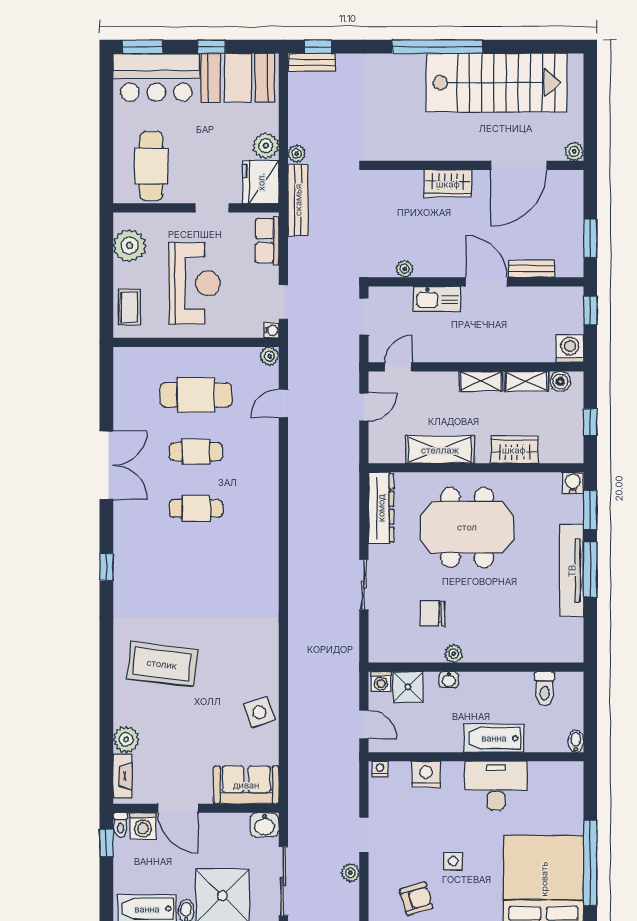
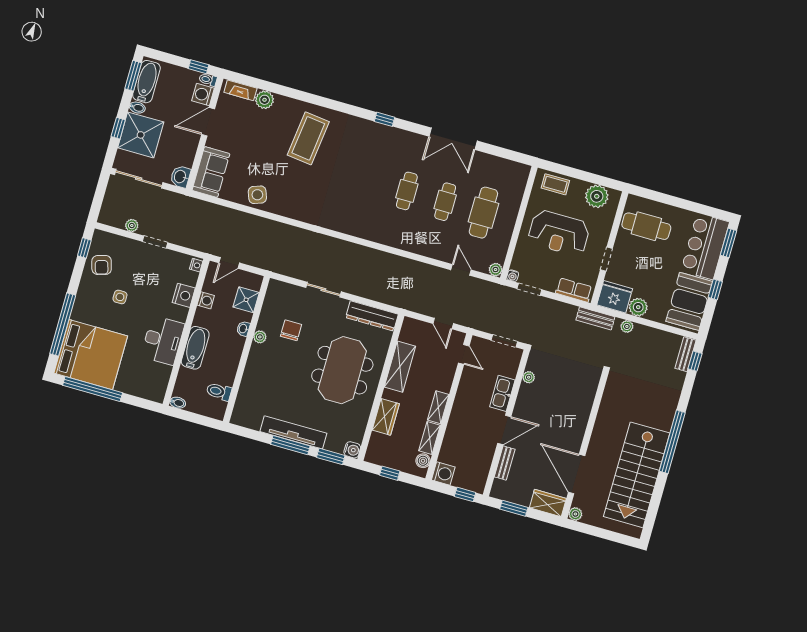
wardrobe: (448, 184) -> (548, 503), moved, turned 90
bench: (298, 200) -> (595, 318), width x0.73
washing machine: (381, 682) -> (206, 300), moved, turned 180

